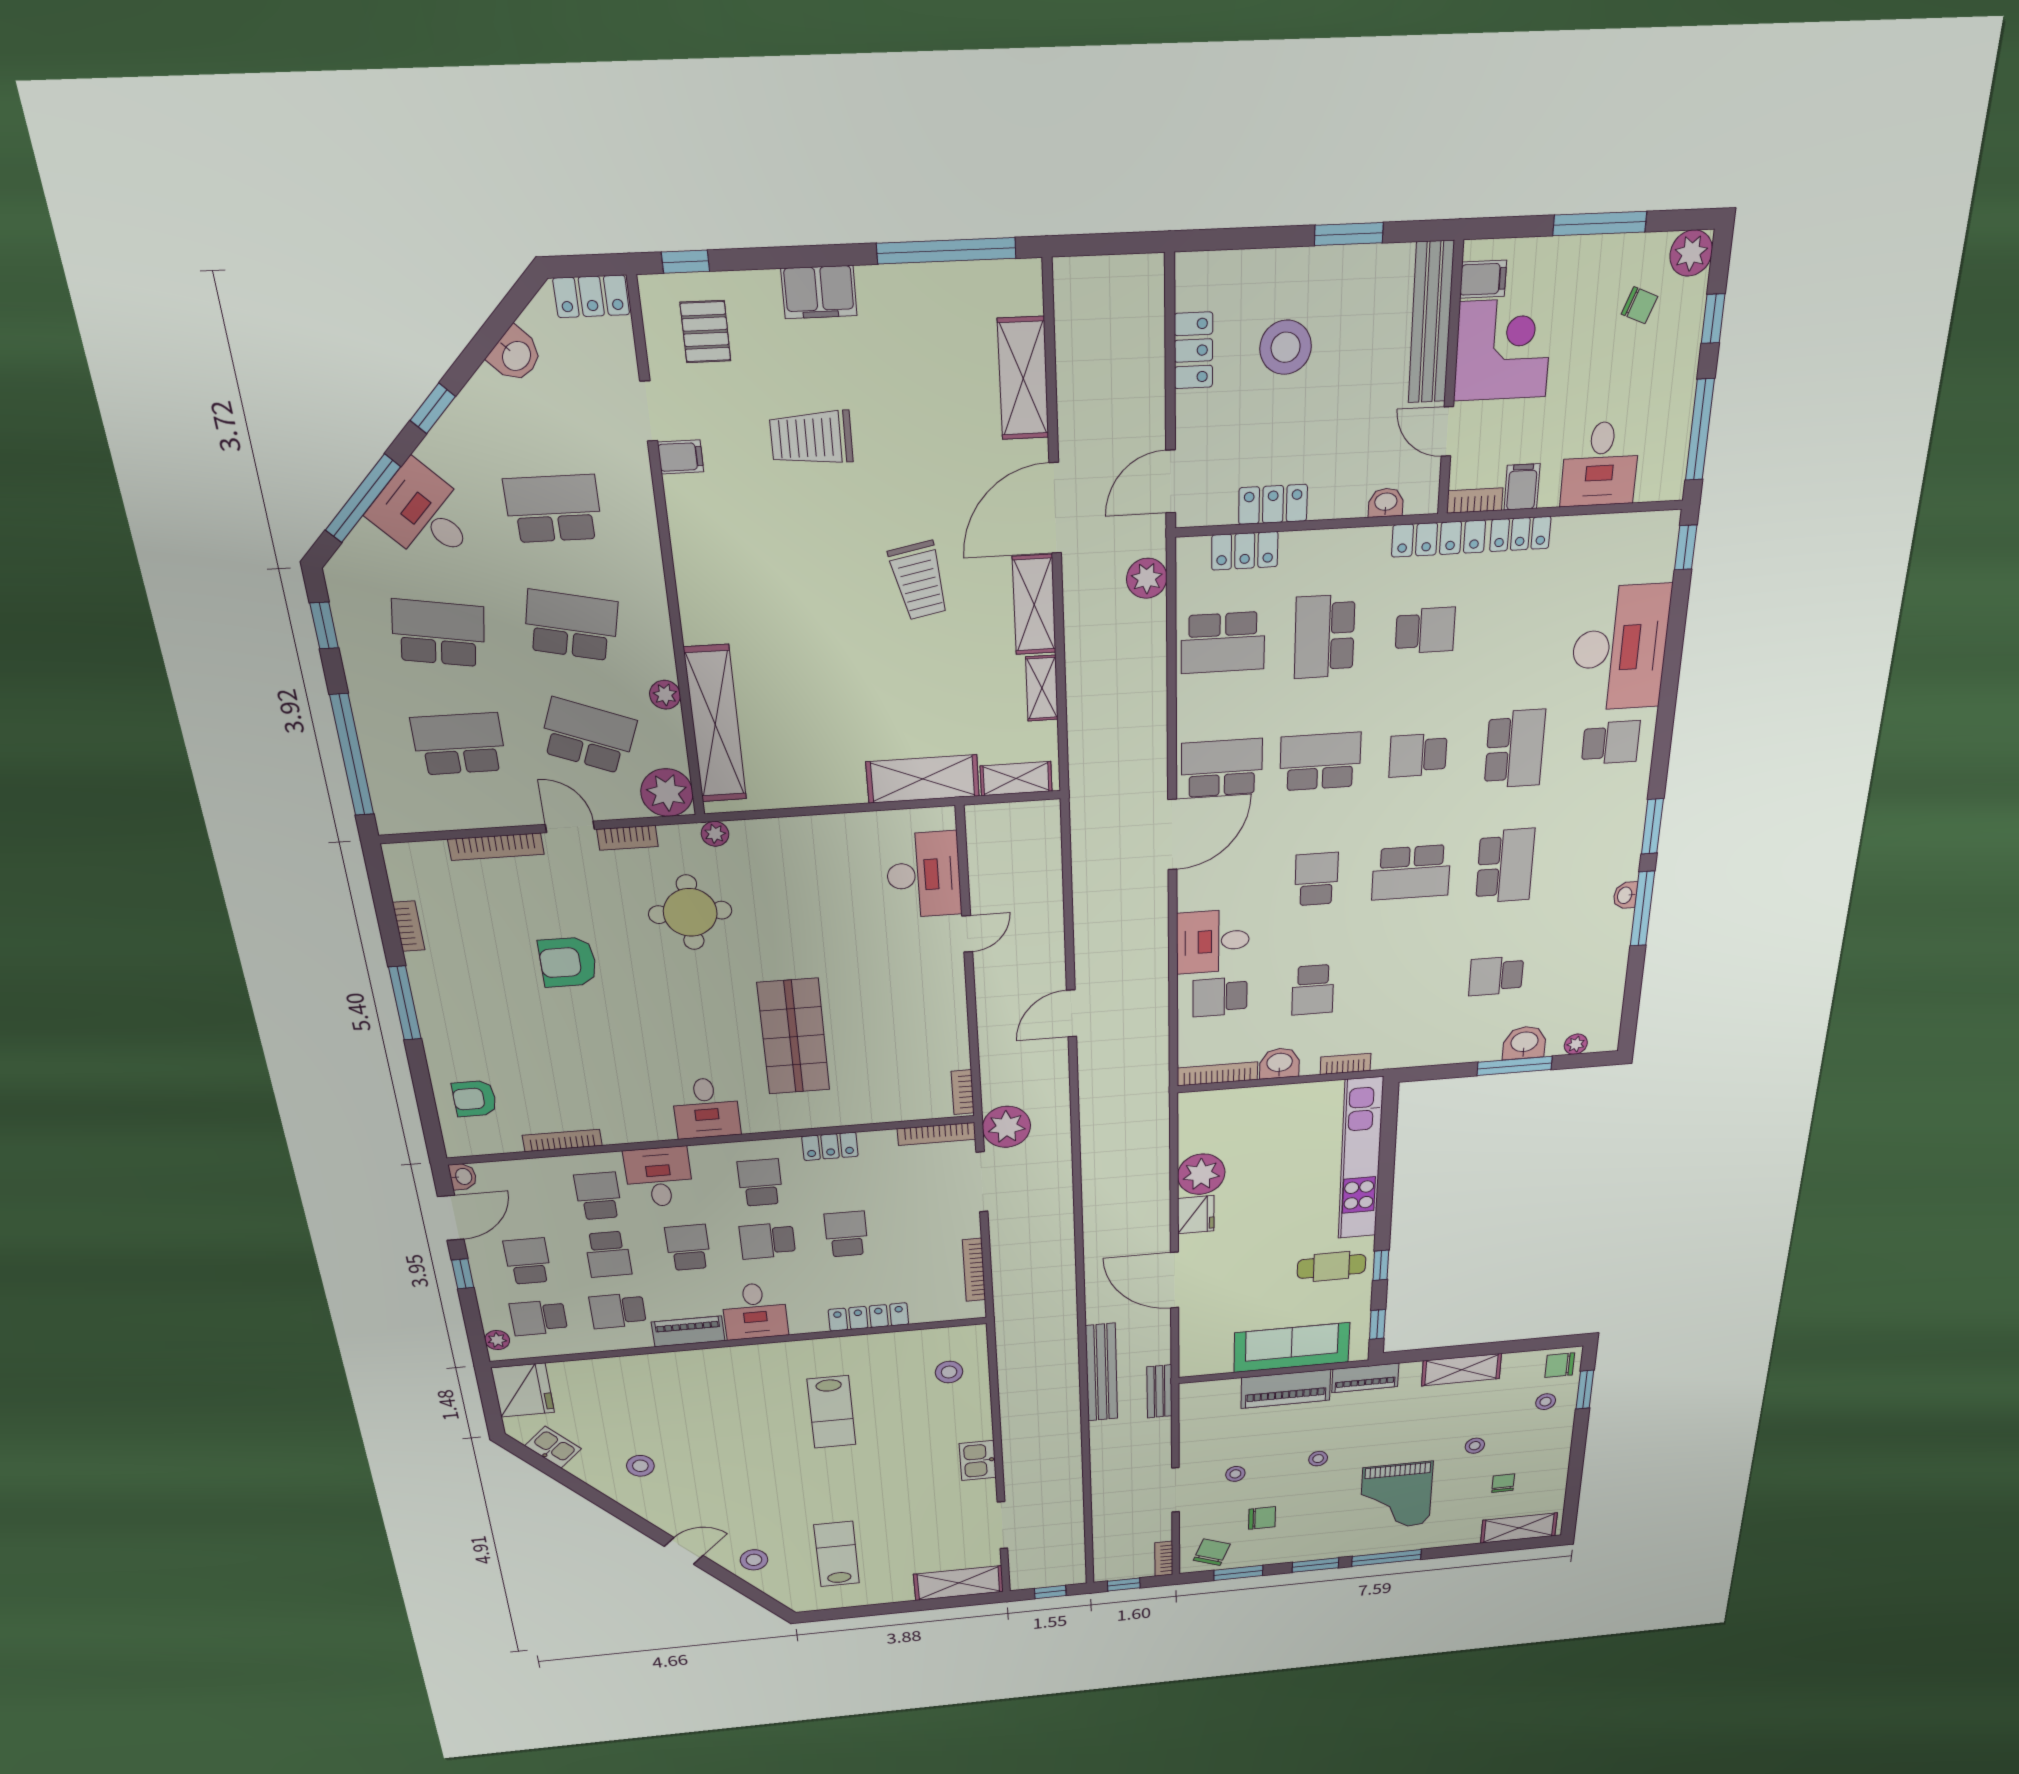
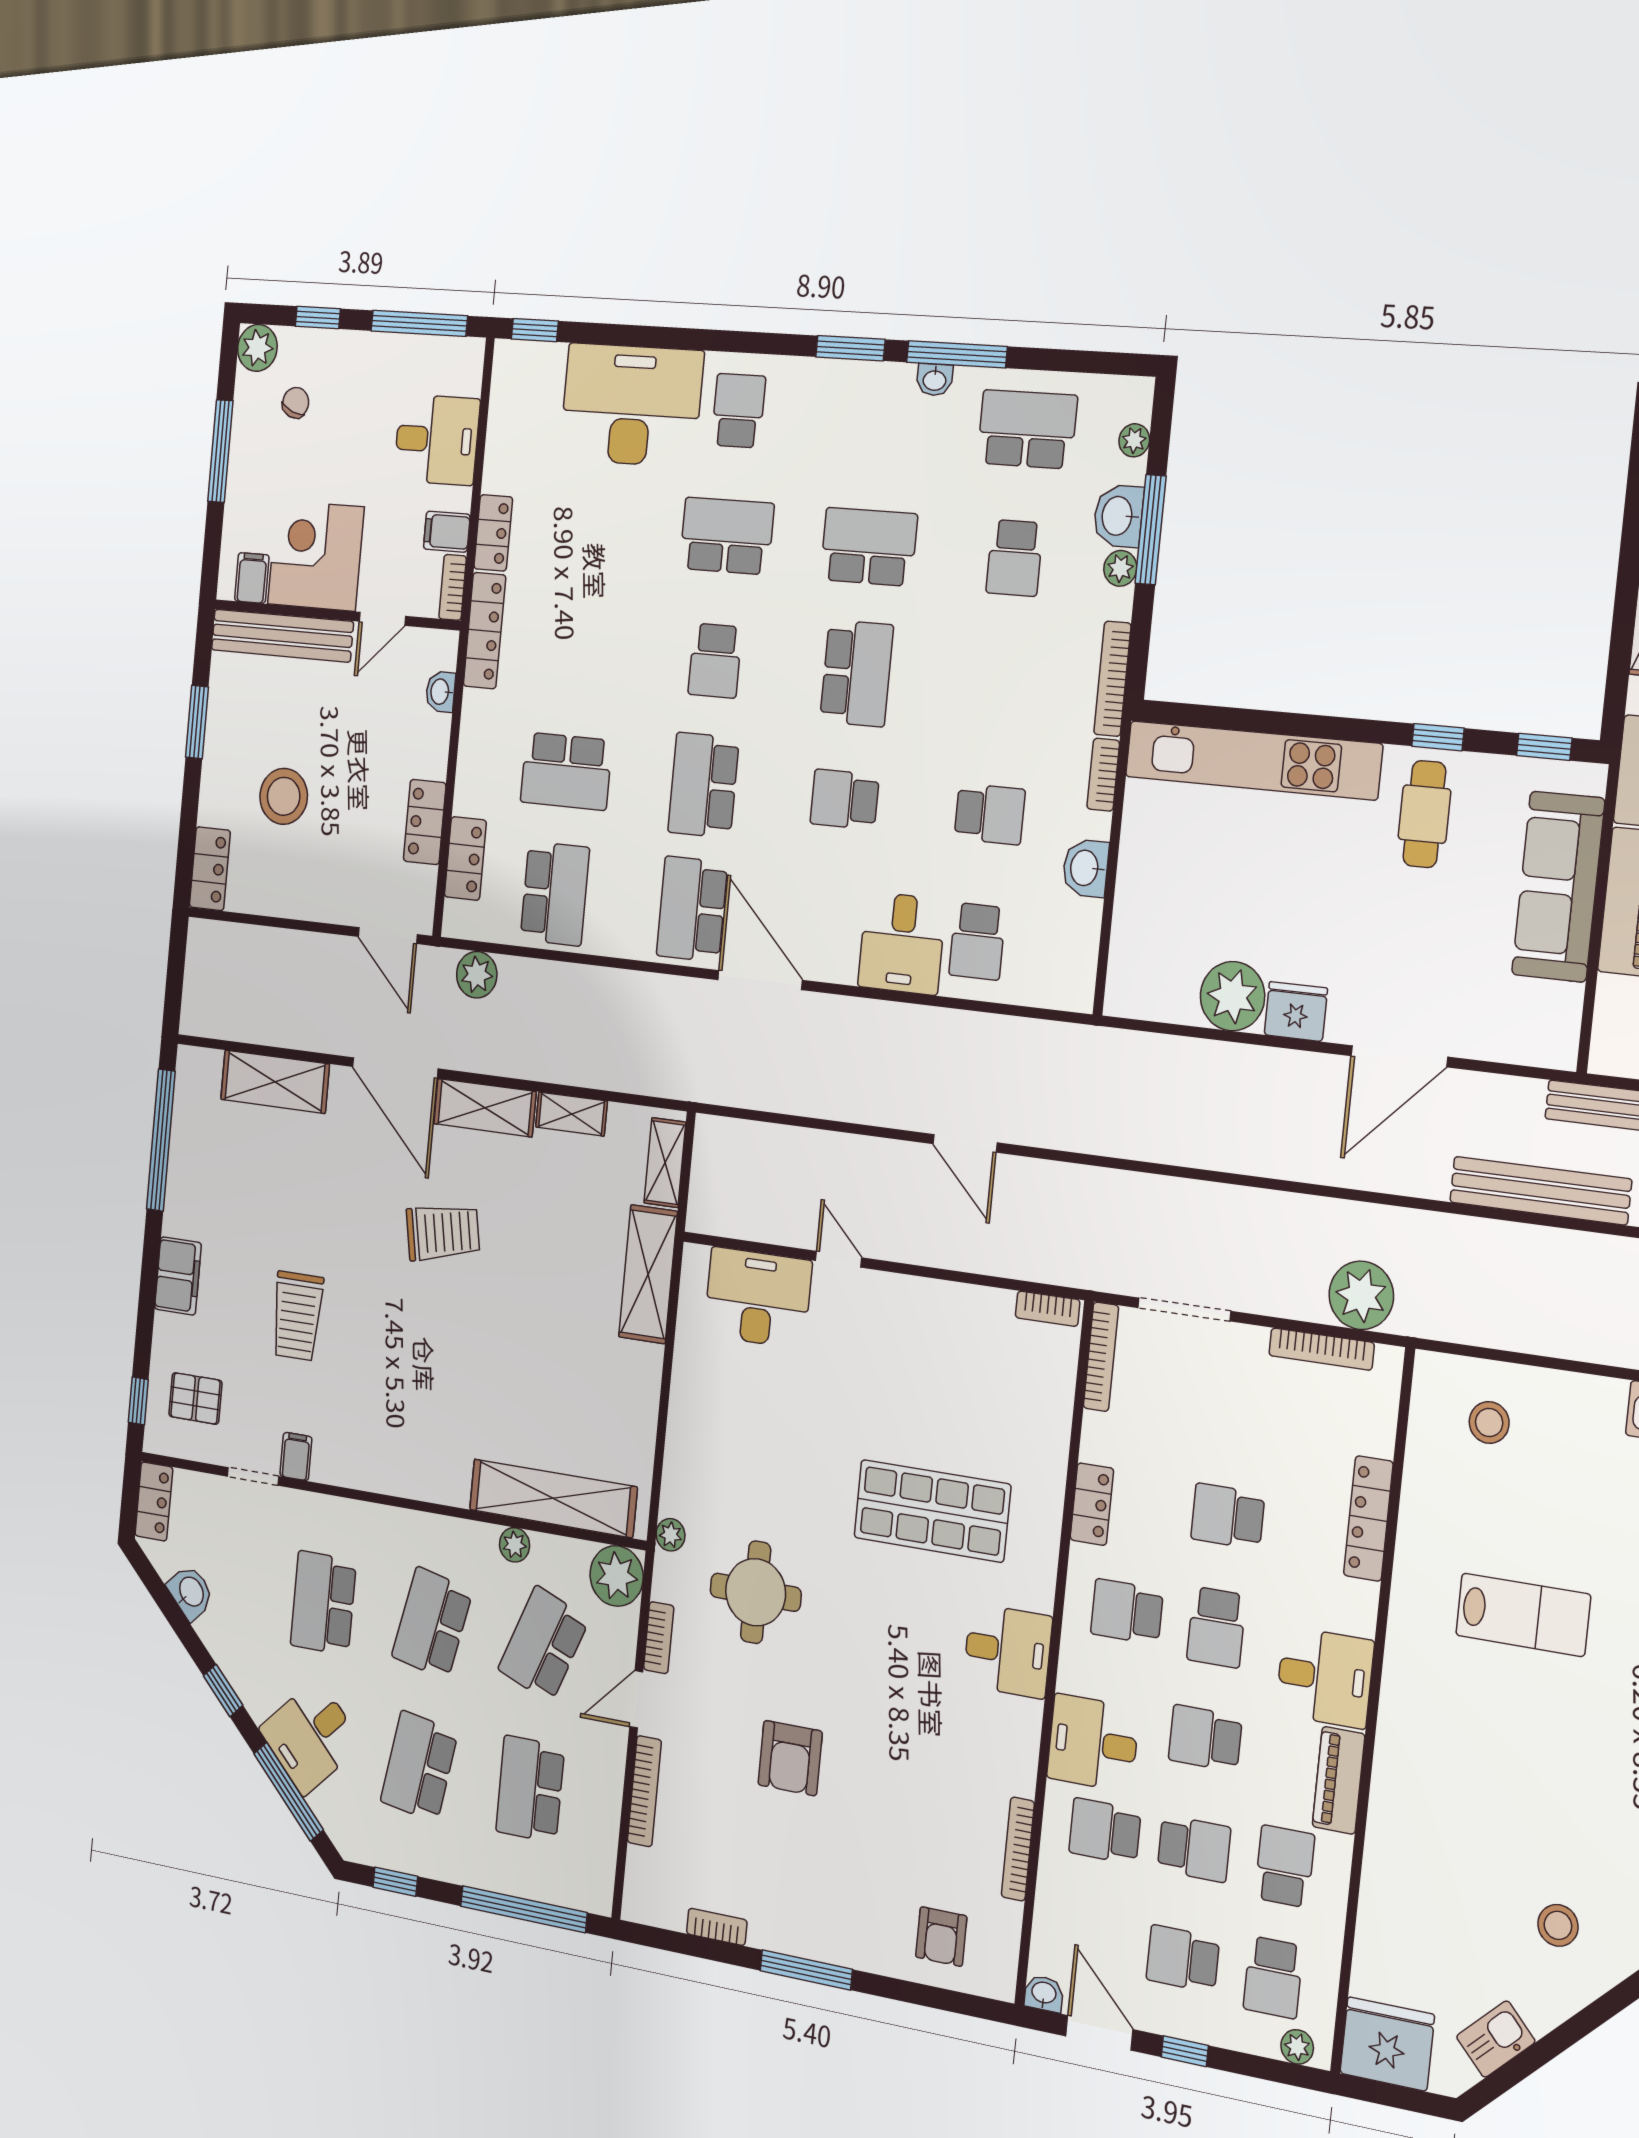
locker: (1193, 350) -> (210, 869), moved, turned 90
school desk: (1425, 631) -> (1027, 429), moved, width x1.85
plant: (1488, 1050) -> (1120, 568), added
bookcase: (1217, 1074) -> (1112, 679), moved
plant: (1006, 1127) -> (1361, 1295), moved
school desk: (618, 1311) -> (1285, 1866), turned 180

